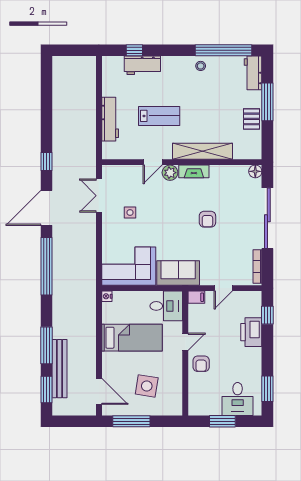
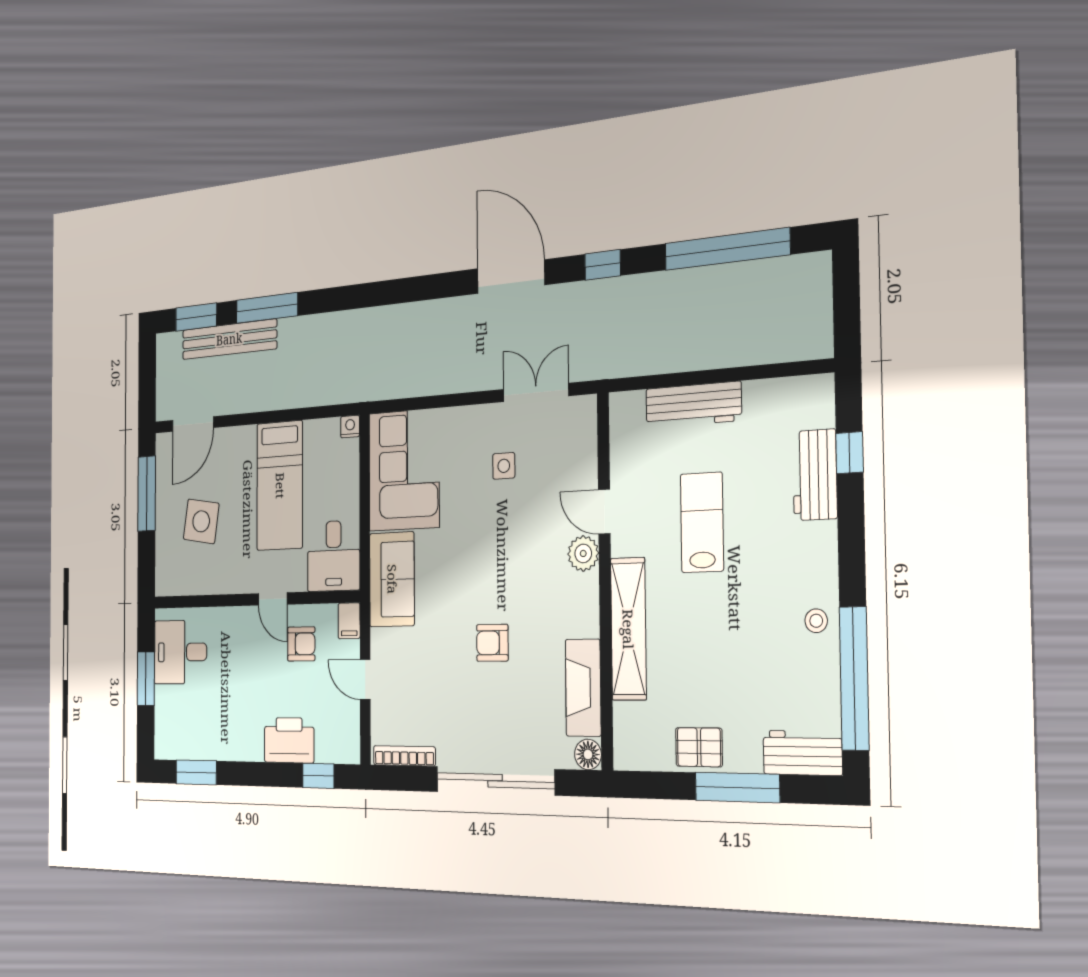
lab bench: (159, 116) -> (702, 522), turned 180
fireplace: (194, 171) -> (583, 688), moved, width x1.37, depth x1.32
window: (47, 266) -> (727, 249), moved
armchair: (201, 364) -> (301, 644), moved, turned 180
desk: (238, 399) -> (180, 652), moved

